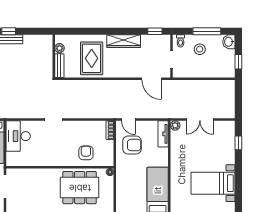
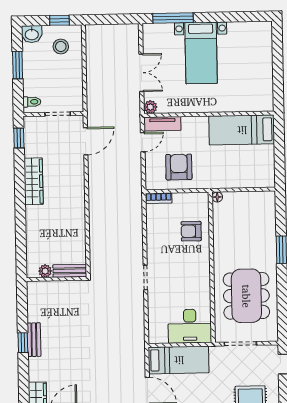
window: (207, 31) -> (18, 65), width x0.69
stool: (200, 49) -> (61, 47), moved
rug: (92, 58) -> (59, 226), removed
door: (128, 120) -> (143, 142), moved
desk: (18, 136) -> (190, 326), moved
window: (238, 143) -> (173, 18), width x2.17
bed with nightstands: (213, 183) -> (201, 53), moved
dining table: (80, 188) -> (246, 296), moved

